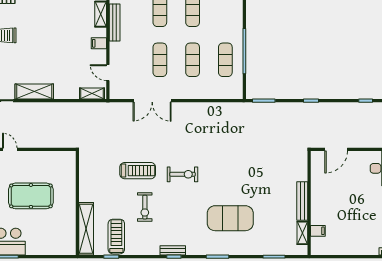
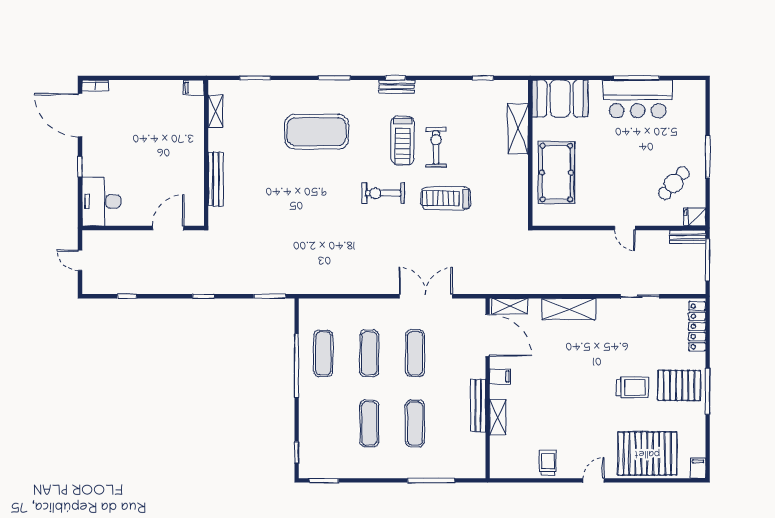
door: (108, 73) -> (488, 335), width x1.87
shelving: (34, 91) -> (569, 309), moved
pool table: (31, 196) -> (556, 173), moved, turned 90
bench: (302, 201) -> (216, 179), moved
shelving: (86, 229) -> (518, 129), width x0.68
filing cabinet: (318, 231) -> (194, 88), moved
treadmill: (116, 237) -> (403, 141), moved
booth: (56, 242) -> (560, 99), added

